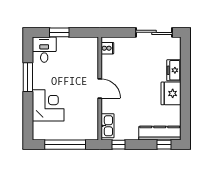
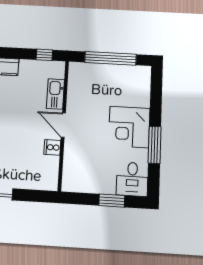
cooker: (107, 48) -> (52, 147), moved
corner desk: (48, 105) -> (129, 127), moved
kitchen sink: (108, 126) -> (55, 94), moved

